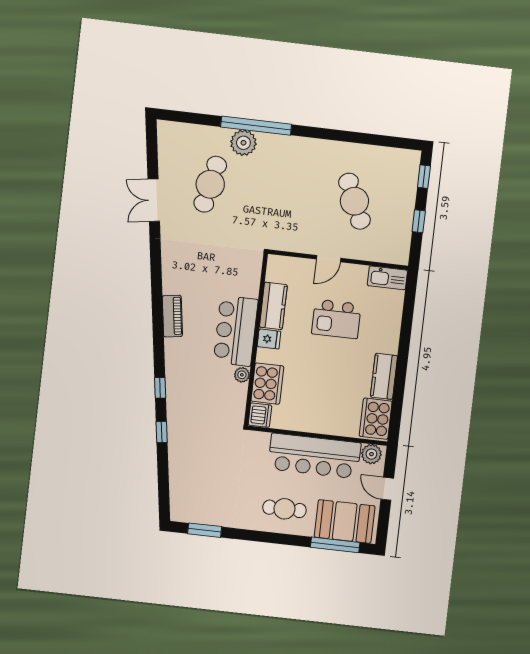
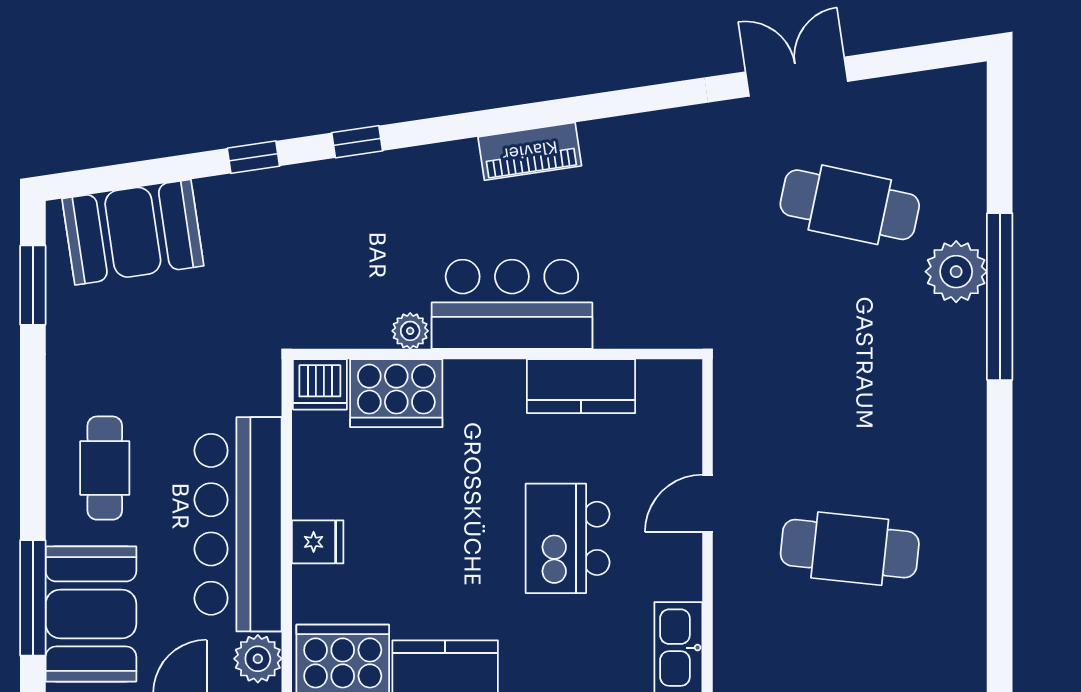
cafe table: (354, 201) -> (850, 549), turned 30
door: (329, 259) -> (707, 503), hinge flipped
fridge: (269, 339) -> (318, 542), moved, turned -90
booth: (187, 486) -> (133, 232), added

